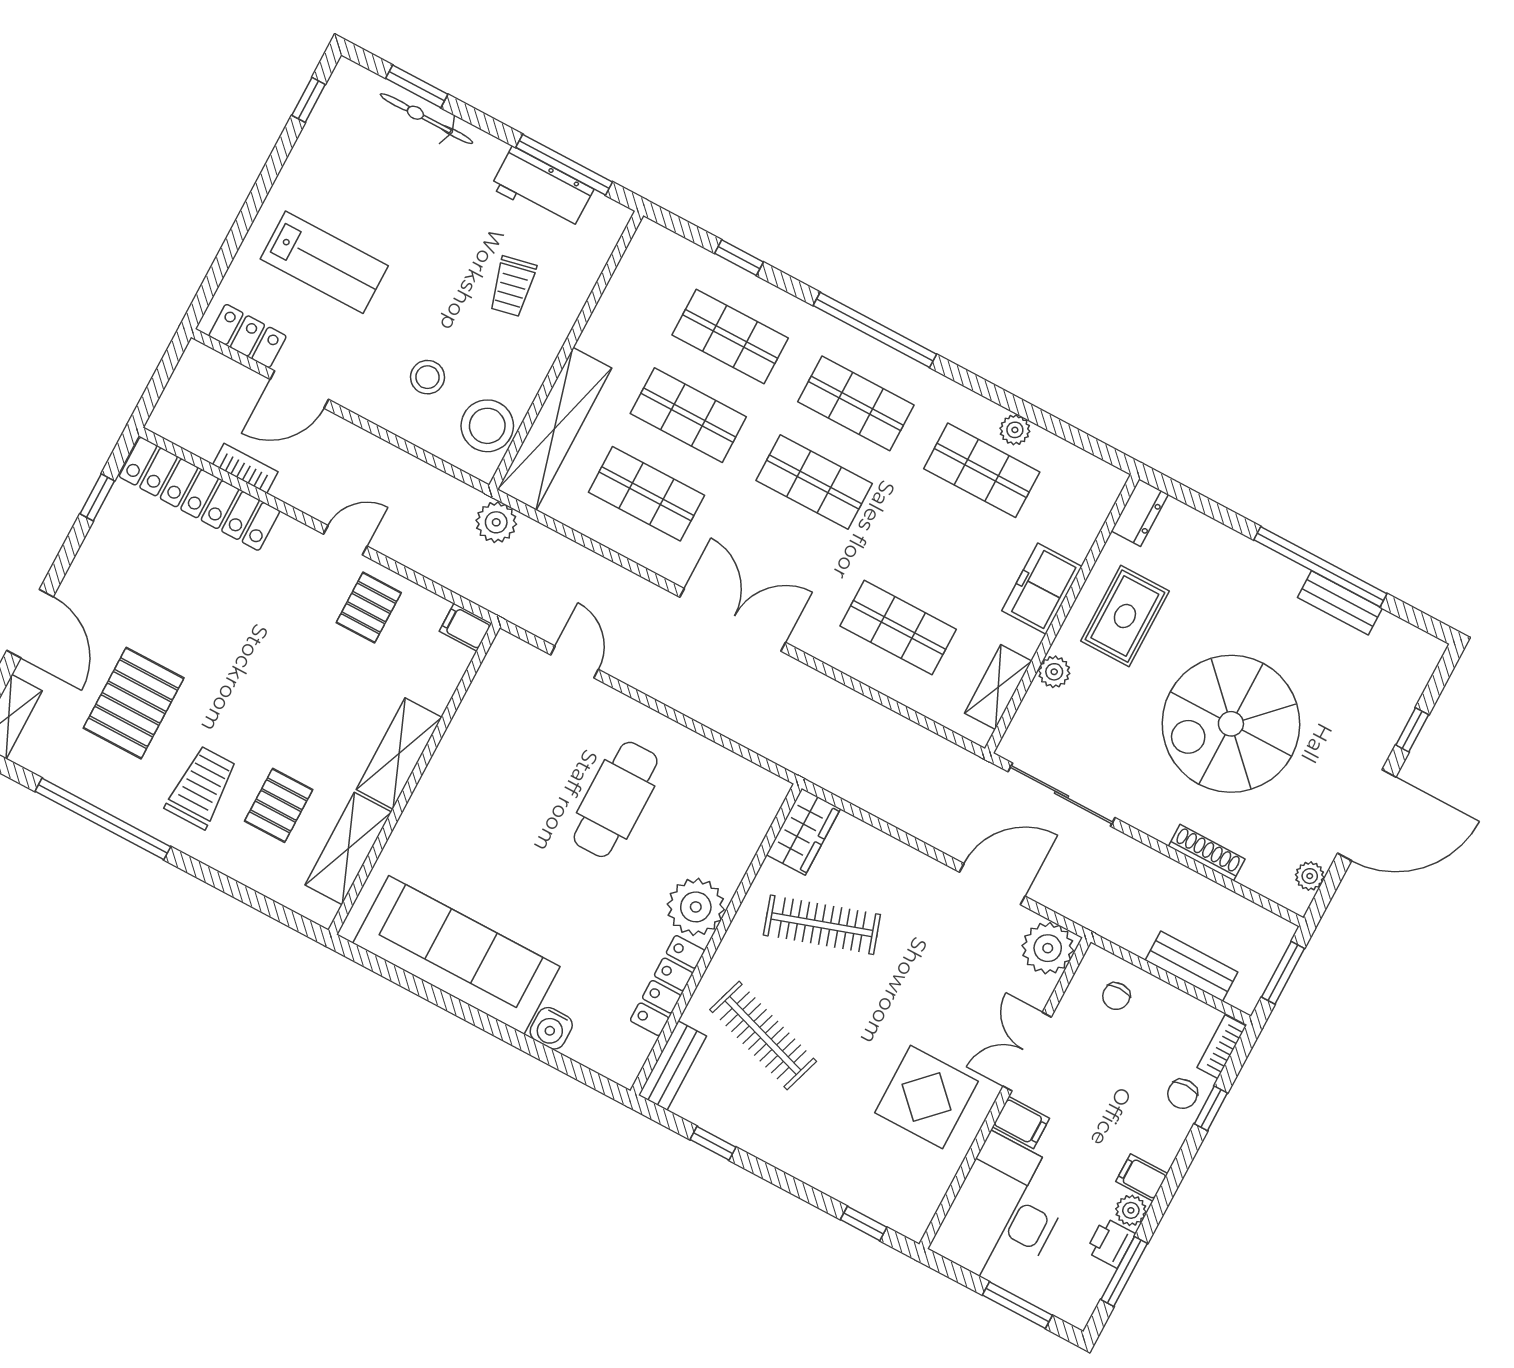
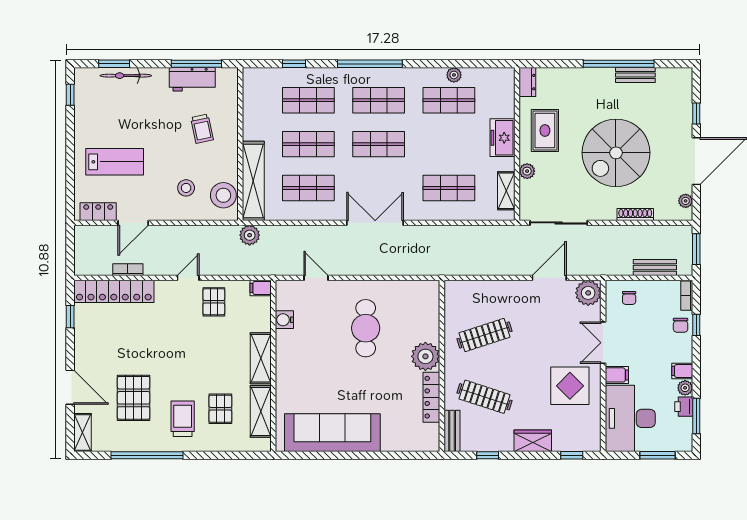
wardrobe: (803, 832) -> (533, 441), moved, turned -90
water cooler: (551, 1028) -> (284, 320), moved, turned 90

